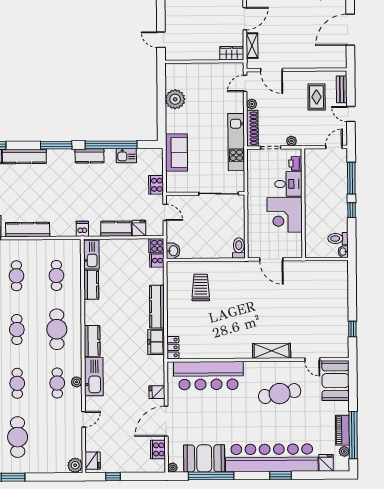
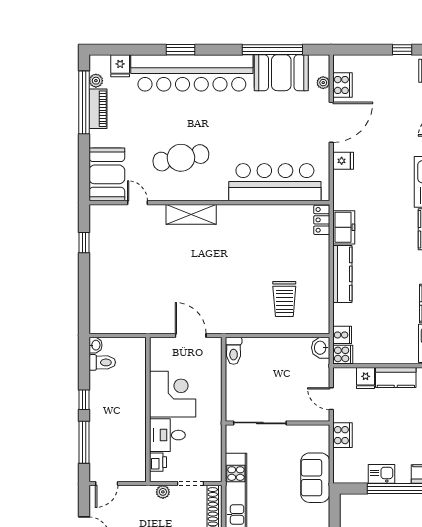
plant: (173, 467) -> (323, 83), moved

